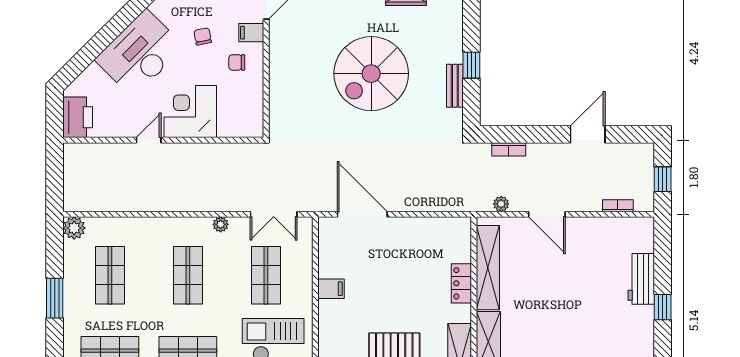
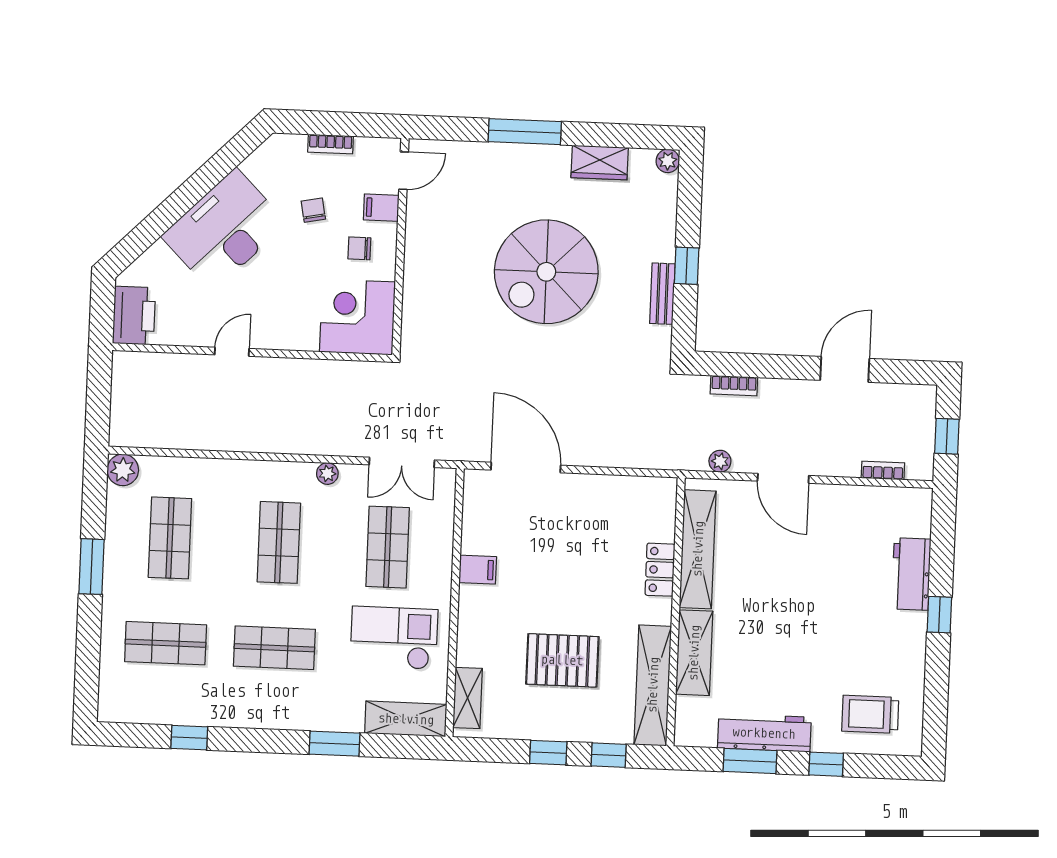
corner desk: (190, 112) -> (357, 317), moved

